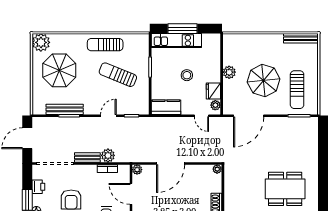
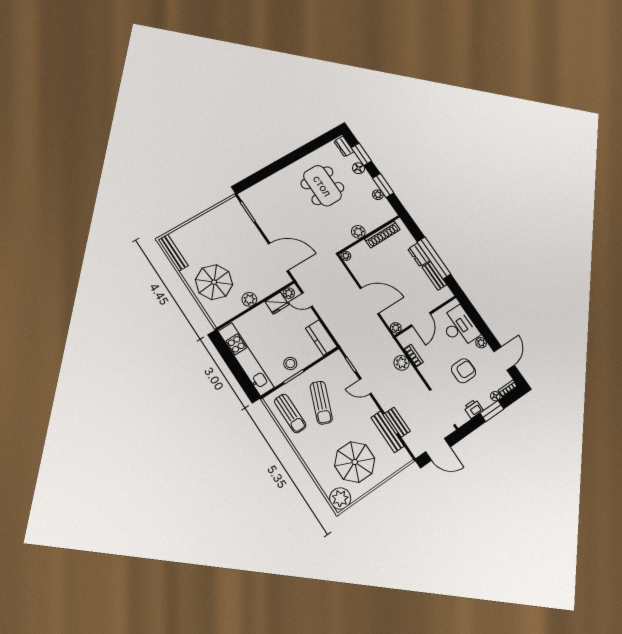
window: (182, 29) -> (236, 369), removed
kitchen unit: (176, 41) -> (246, 359), width x1.36
sun lounger: (105, 45) -> (290, 413), moved
stool: (187, 75) -> (290, 364), moved
parasol: (264, 81) -> (214, 282), moved
sun lounger: (297, 90) -> (225, 228), removed
door: (201, 116) -> (307, 300), swing flipped
bench: (87, 157) -> (398, 422), moved
plant: (230, 192) -> (358, 232), added

